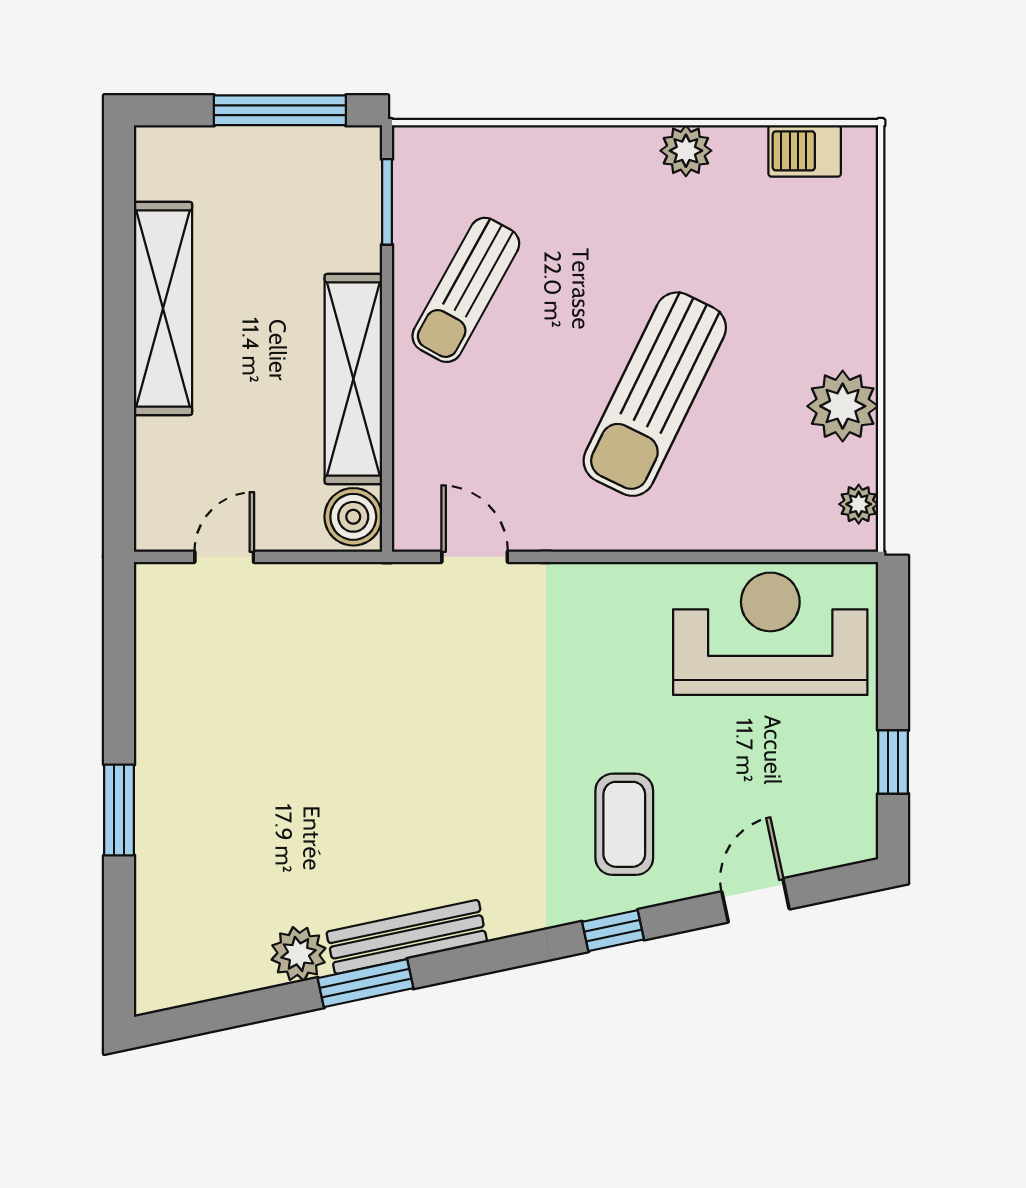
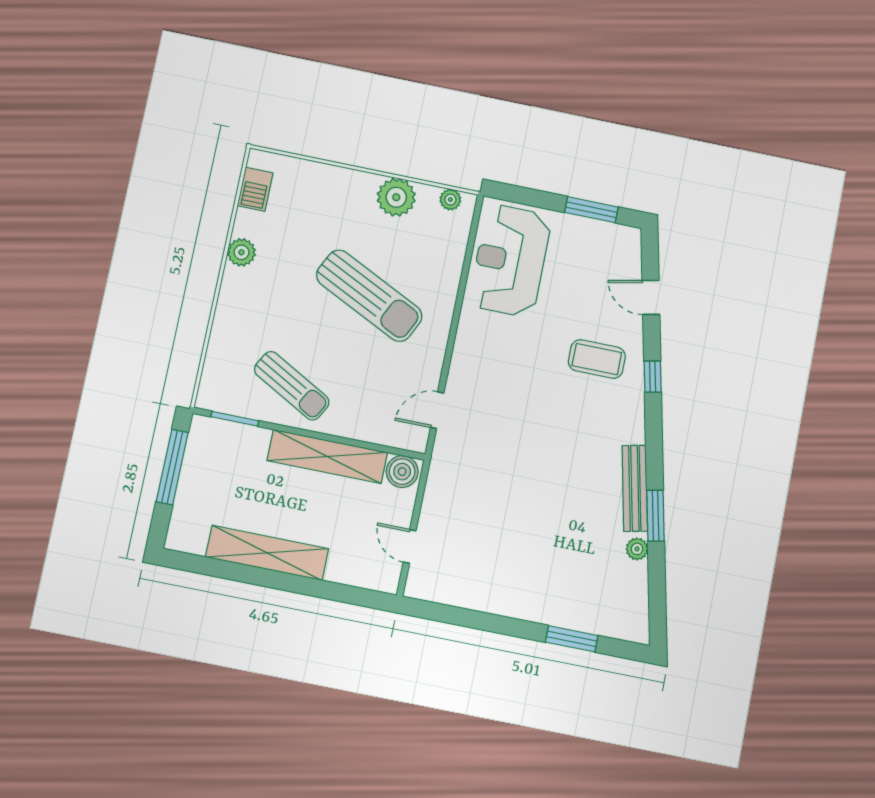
window: (893, 762) -> (591, 210), width x1.50
window: (119, 810) -> (572, 639), moved
plant: (298, 954) -> (637, 549), width x0.73, depth x0.73

